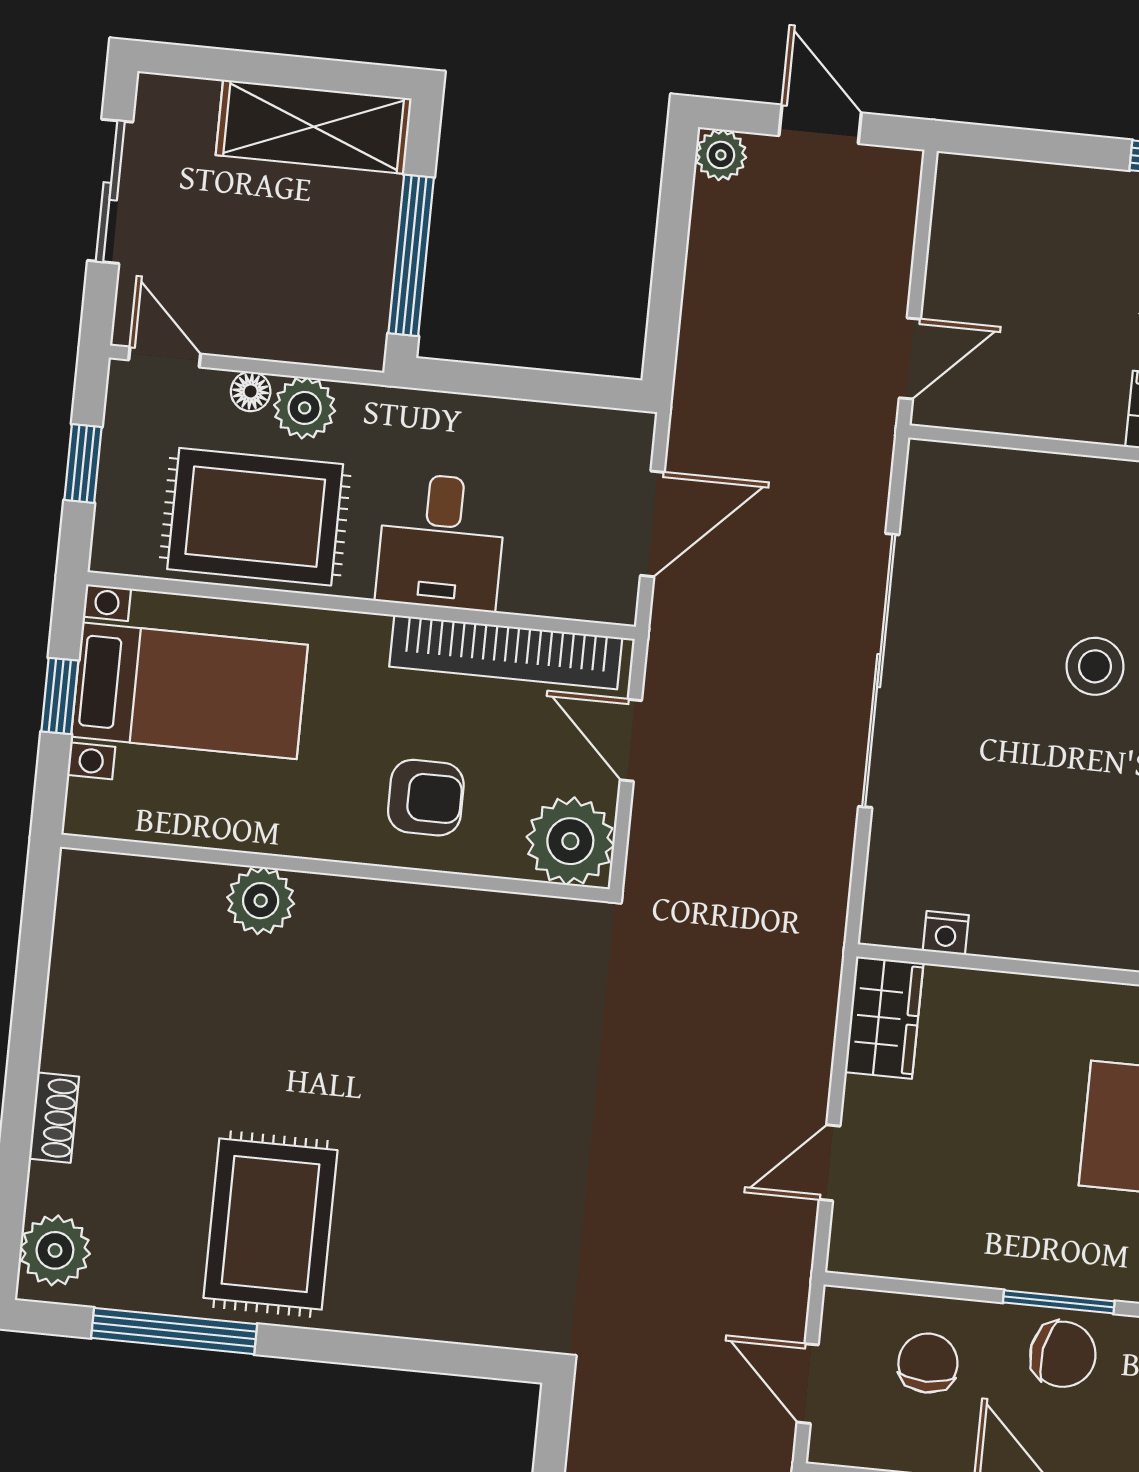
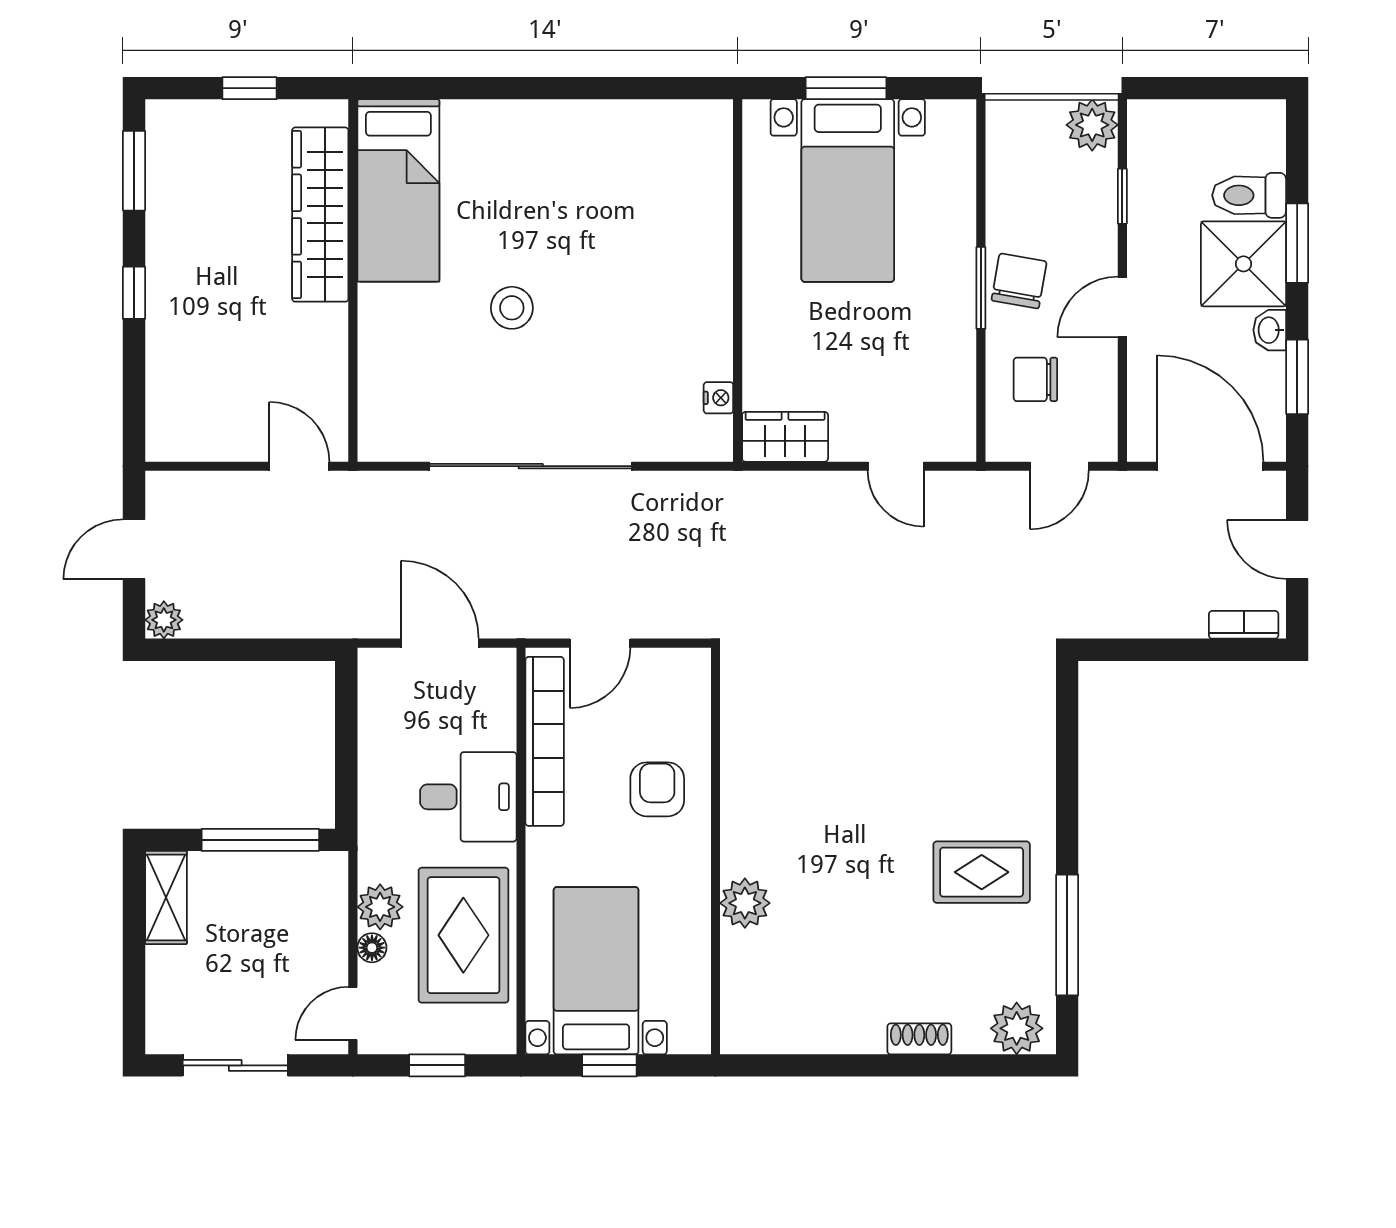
shelving: (314, 127) -> (166, 898), width x0.67, depth x0.75
plant: (570, 841) -> (679, 680), removed
rug: (270, 1224) -> (982, 872), width x0.73, depth x0.70

